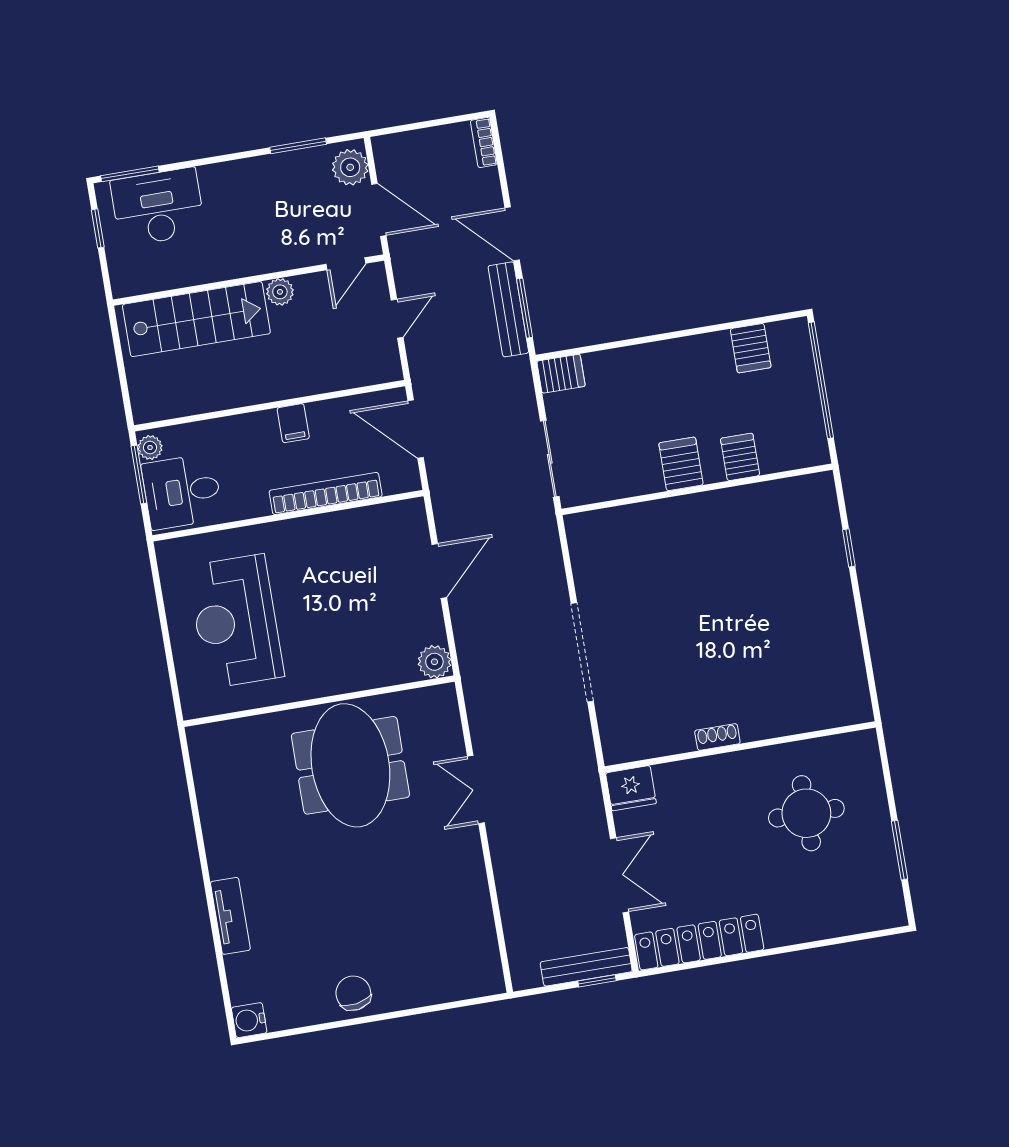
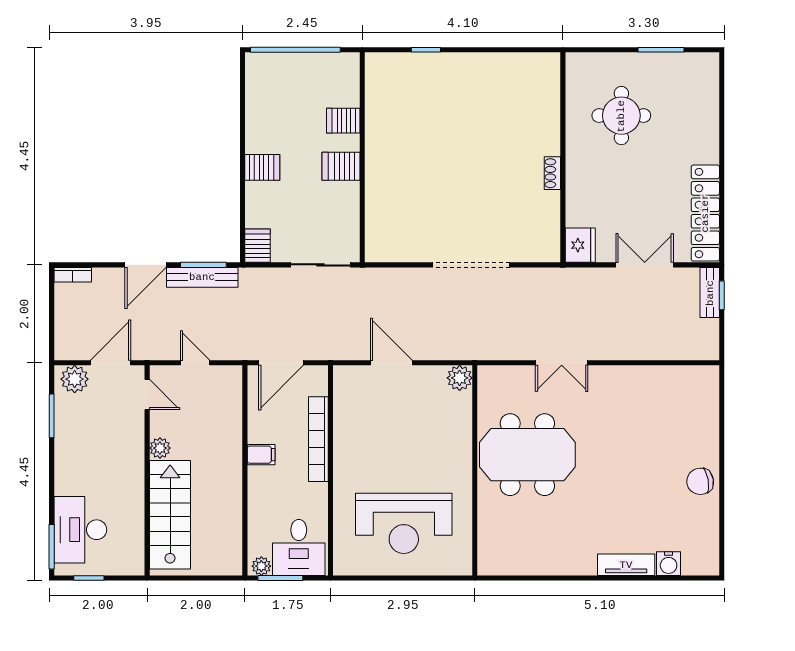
server rack: (751, 348) -> (262, 167), moved
bench: (586, 967) -> (710, 293), width x0.73
water cooler: (249, 1020) -> (669, 564), moved

